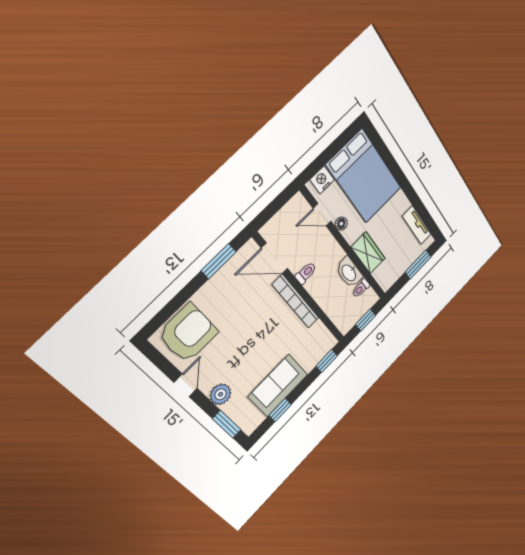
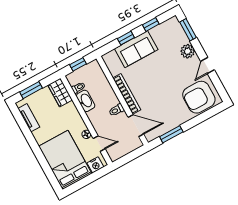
wardrobe: (368, 253) -> (60, 93), moved
window: (327, 361) -> (126, 38), moved
sofa: (278, 386) -> (136, 49), moved

